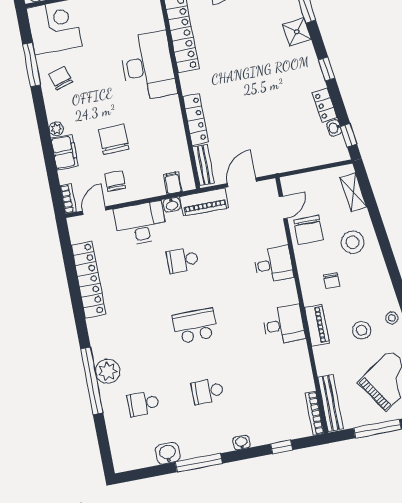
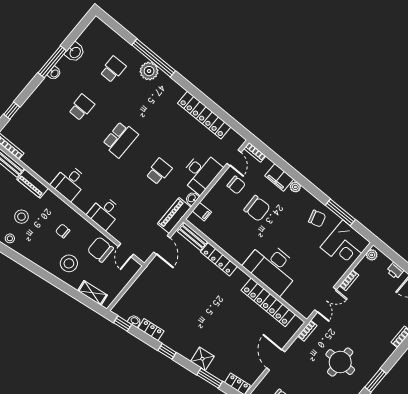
piano: (317, 325) -> (33, 184), moved
washbasin: (241, 443) -> (54, 73), moved

